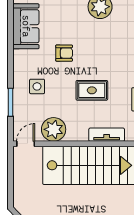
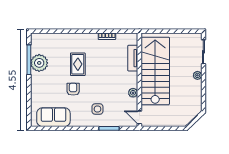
rug: (92, 90) -> (78, 64), moved
plant: (54, 129) -> (133, 93), width x0.53, depth x0.53

